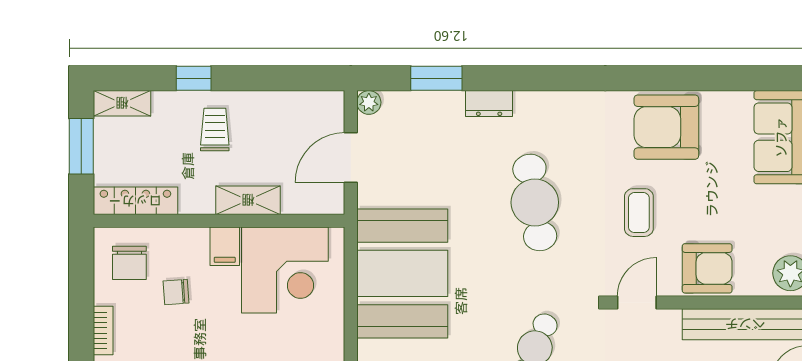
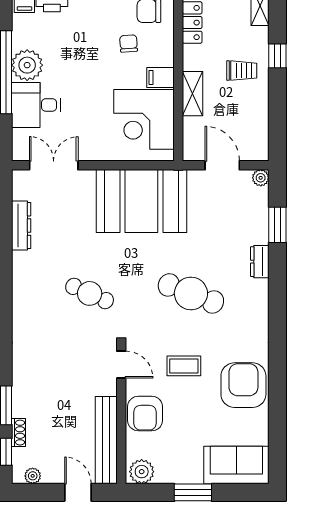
cafe table: (535, 202) -> (191, 293), turned 30

